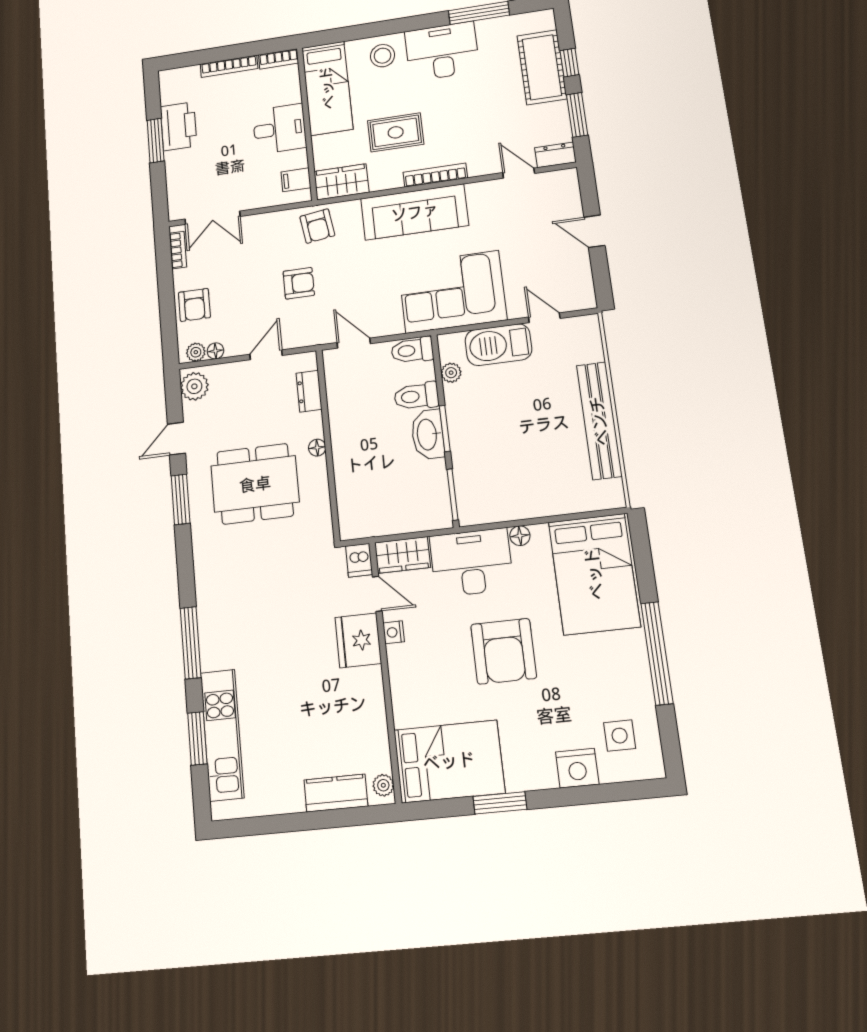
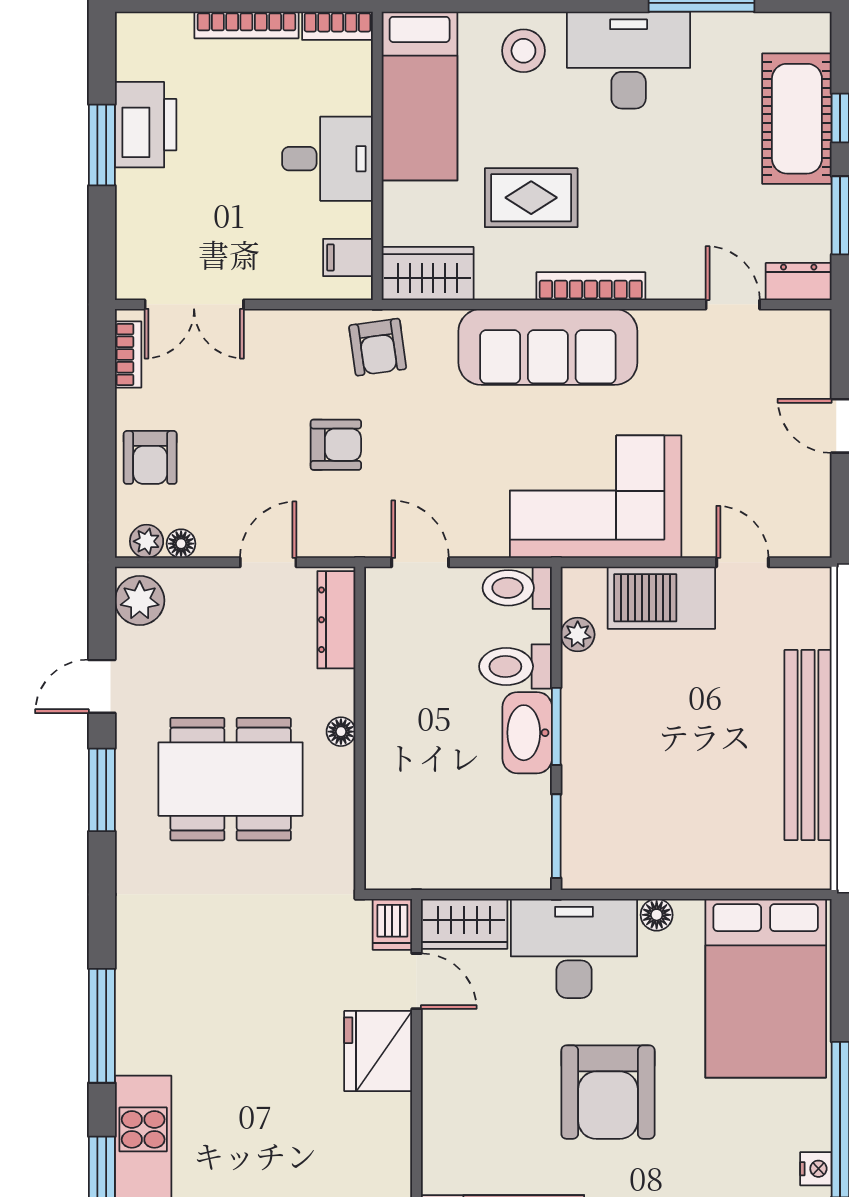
dresser: (309, 391) -> (336, 620), width x1.44
nightstand: (394, 632) -> (816, 1169), moved, turned 180

